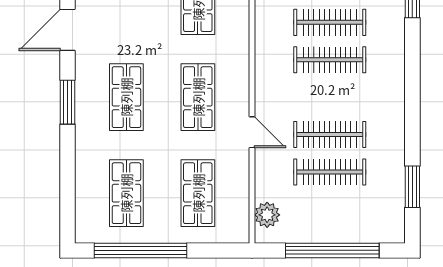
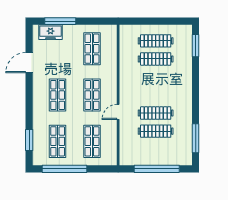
clothes rail: (330, 60) -> (156, 77), removed
window: (68, 102) -> (29, 140), moved
door: (252, 132) -> (118, 112), swing flipped
window: (412, 187) -> (196, 138), width x1.44
plant: (267, 215) -> (125, 152), removed

